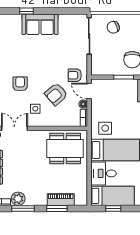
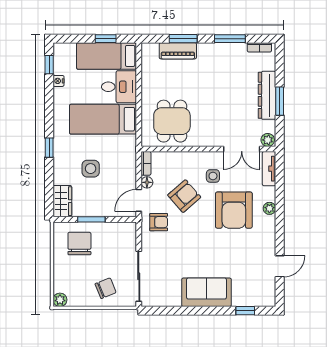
window: (27, 11) -> (245, 311), moved
armchair: (20, 84) -> (234, 210), width x1.88, depth x1.88
door: (89, 91) -> (139, 200), swing flipped
side table: (105, 128) -> (91, 169), moved
dining table: (65, 149) -> (172, 121), width x0.73
plant: (18, 199) -> (237, 52), removed

